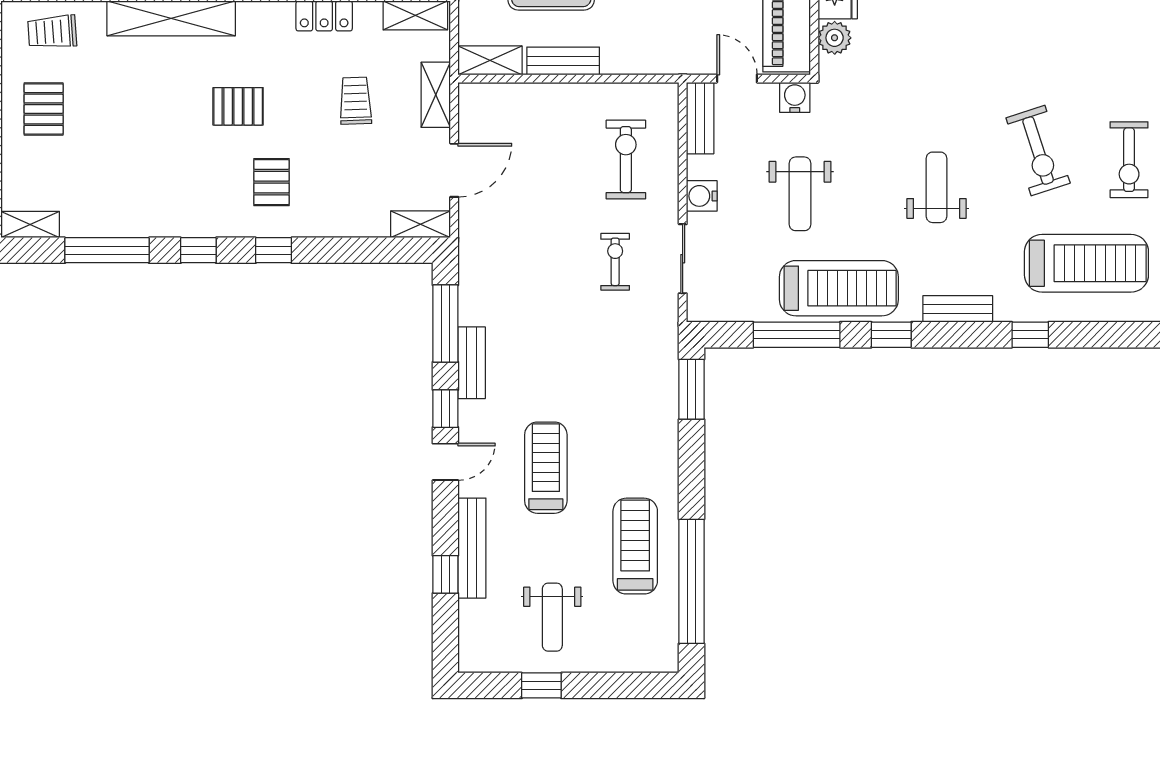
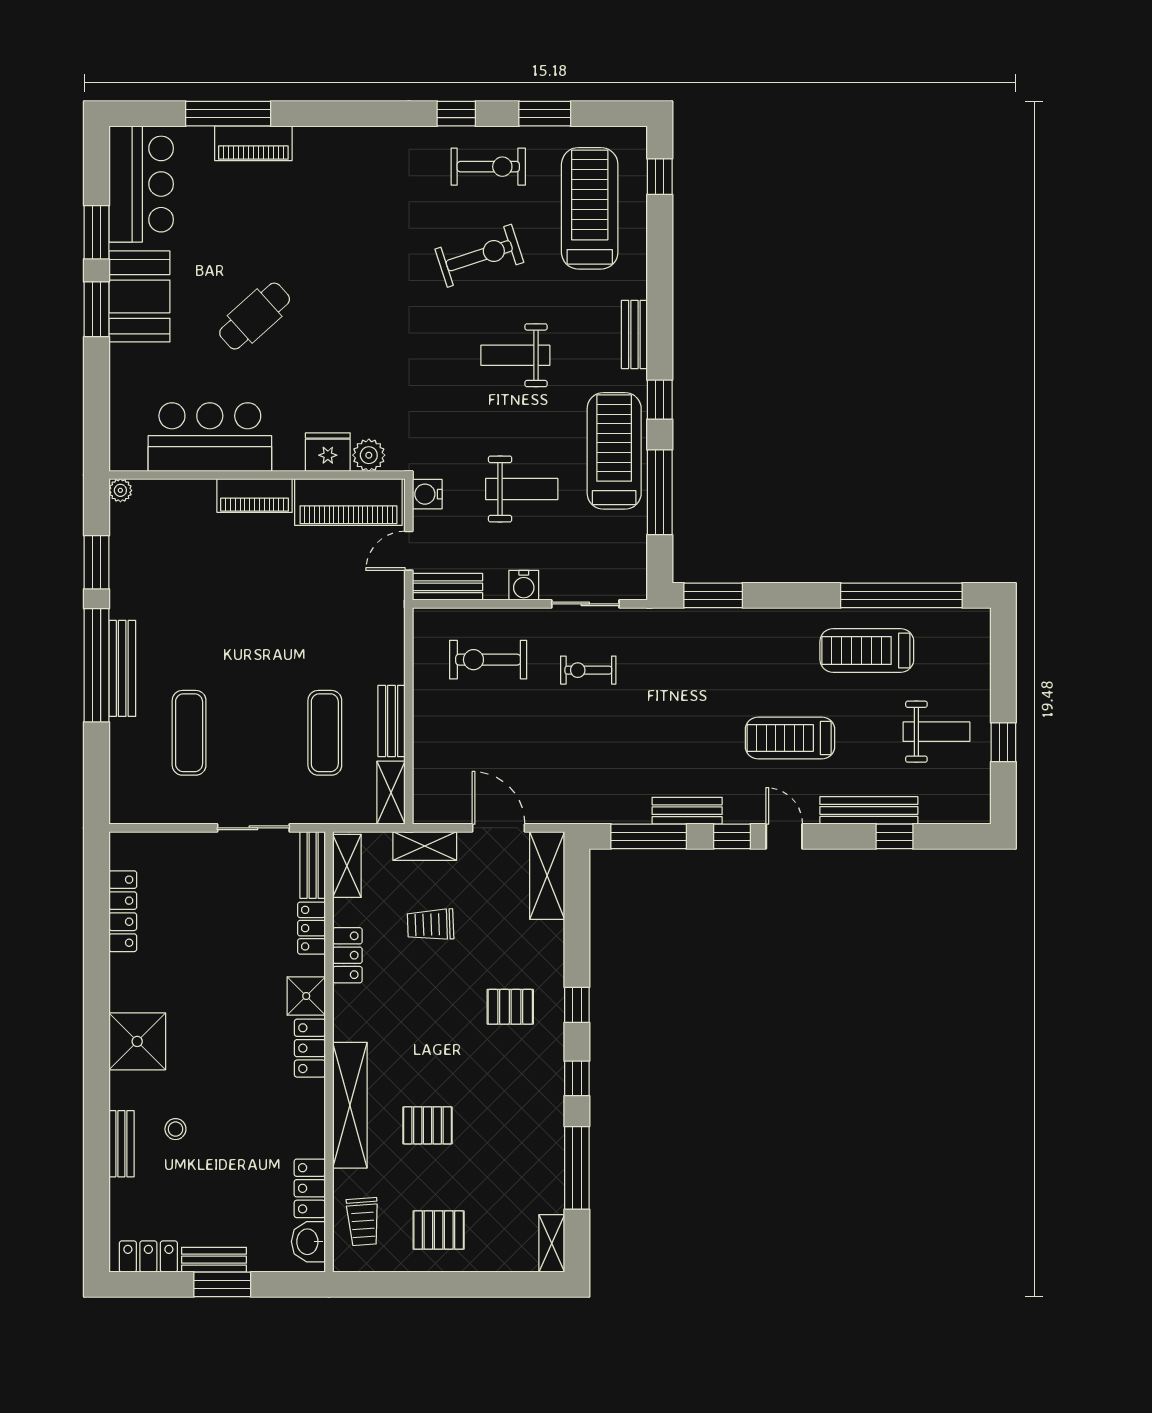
pallet: (238, 106) -> (427, 1125), moved, turned 90
shelving: (421, 224) -> (547, 875), width x1.50, depth x1.33
window: (1030, 335) -> (660, 177), moved

